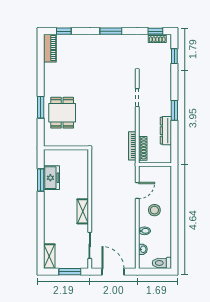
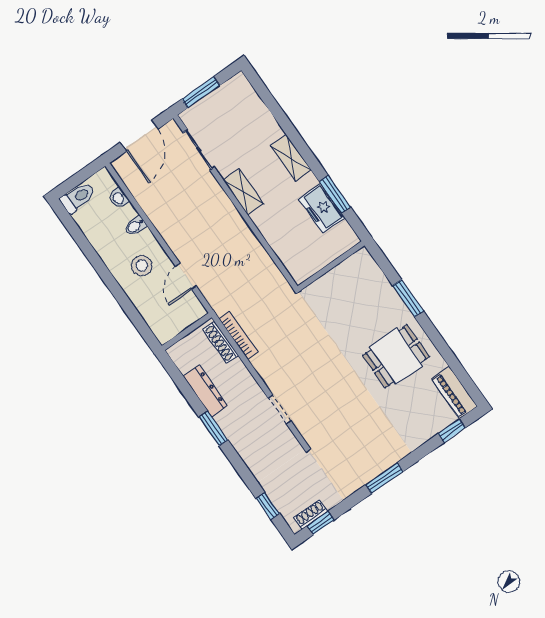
dining table: (62, 113) -> (396, 356), moved, turned 90
shelving: (49, 256) -> (291, 158), moved
door: (113, 272) -> (139, 136), hinge flipped

